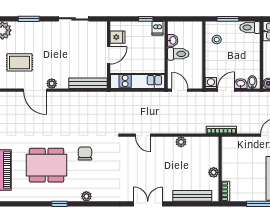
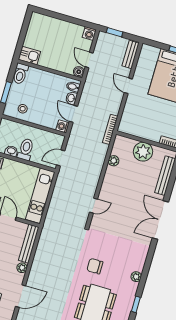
plant: (52, 84) -> (22, 268), moved
plant: (181, 142) -> (114, 161), moved
plant: (214, 172) -> (143, 152), width x1.88, depth x1.88
double door: (148, 204) -> (160, 220), width x1.37

